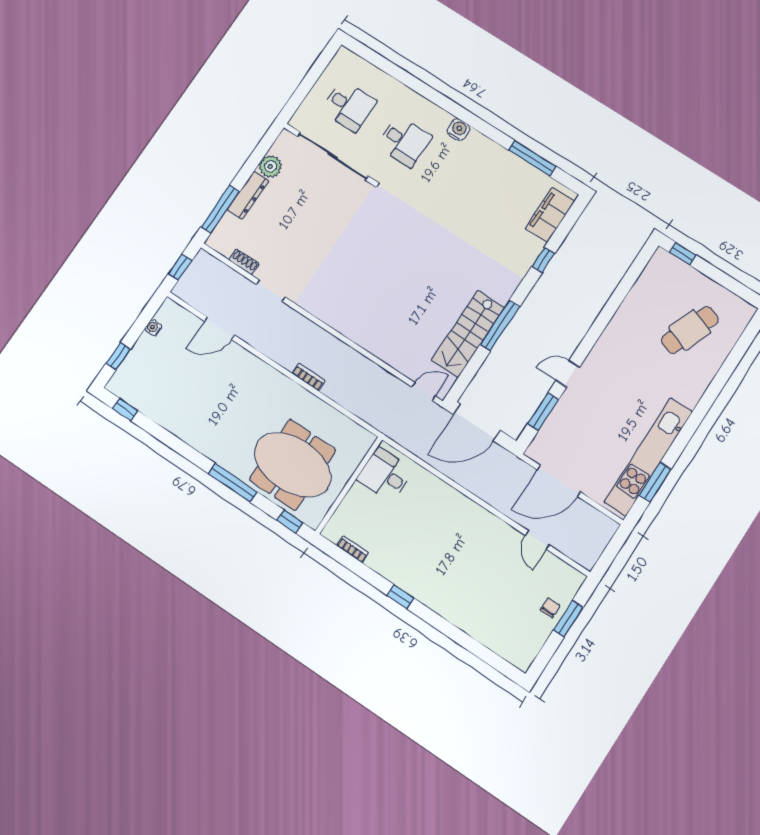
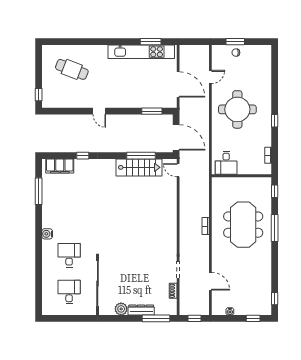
window: (500, 326) -> (141, 156), moved
door: (568, 374) -> (99, 111), moved
meeting table: (293, 465) -> (243, 225), moved
round table: (457, 549) -> (237, 109), added

